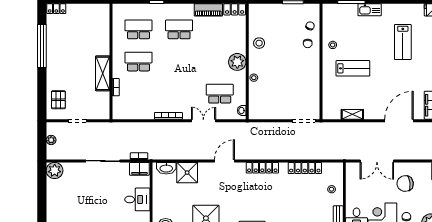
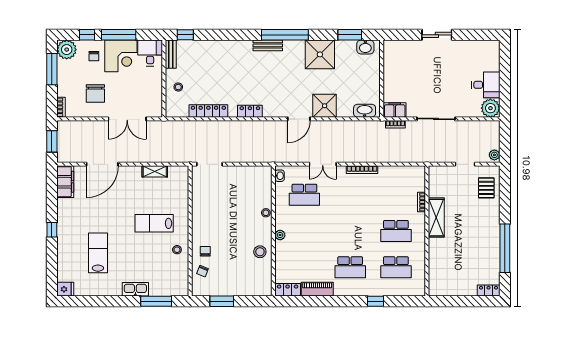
plant: (237, 62) -> (280, 235), width x0.53, depth x0.53
plant: (51, 140) -> (494, 155), moved
double door: (377, 161) -> (127, 119), swing flipped
locker: (262, 168) -> (250, 111), width x0.66
shower: (187, 173) -> (325, 106), moved
chair: (405, 183) -> (95, 93), turned 96
desk: (137, 199) -> (486, 85), moved, turned 180

